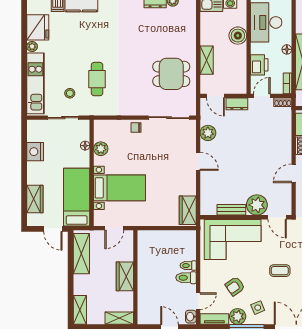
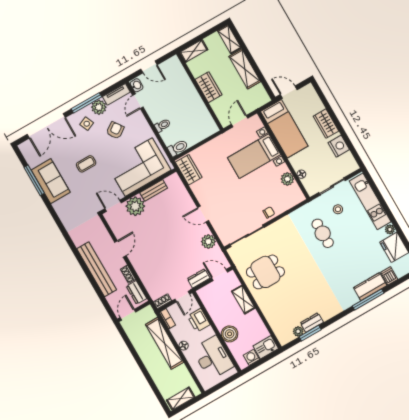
wardrobe: (35, 199) -> (326, 124), moved
shelving: (81, 254) -> (245, 69), moved
toilet: (186, 278) -> (178, 148), moved

